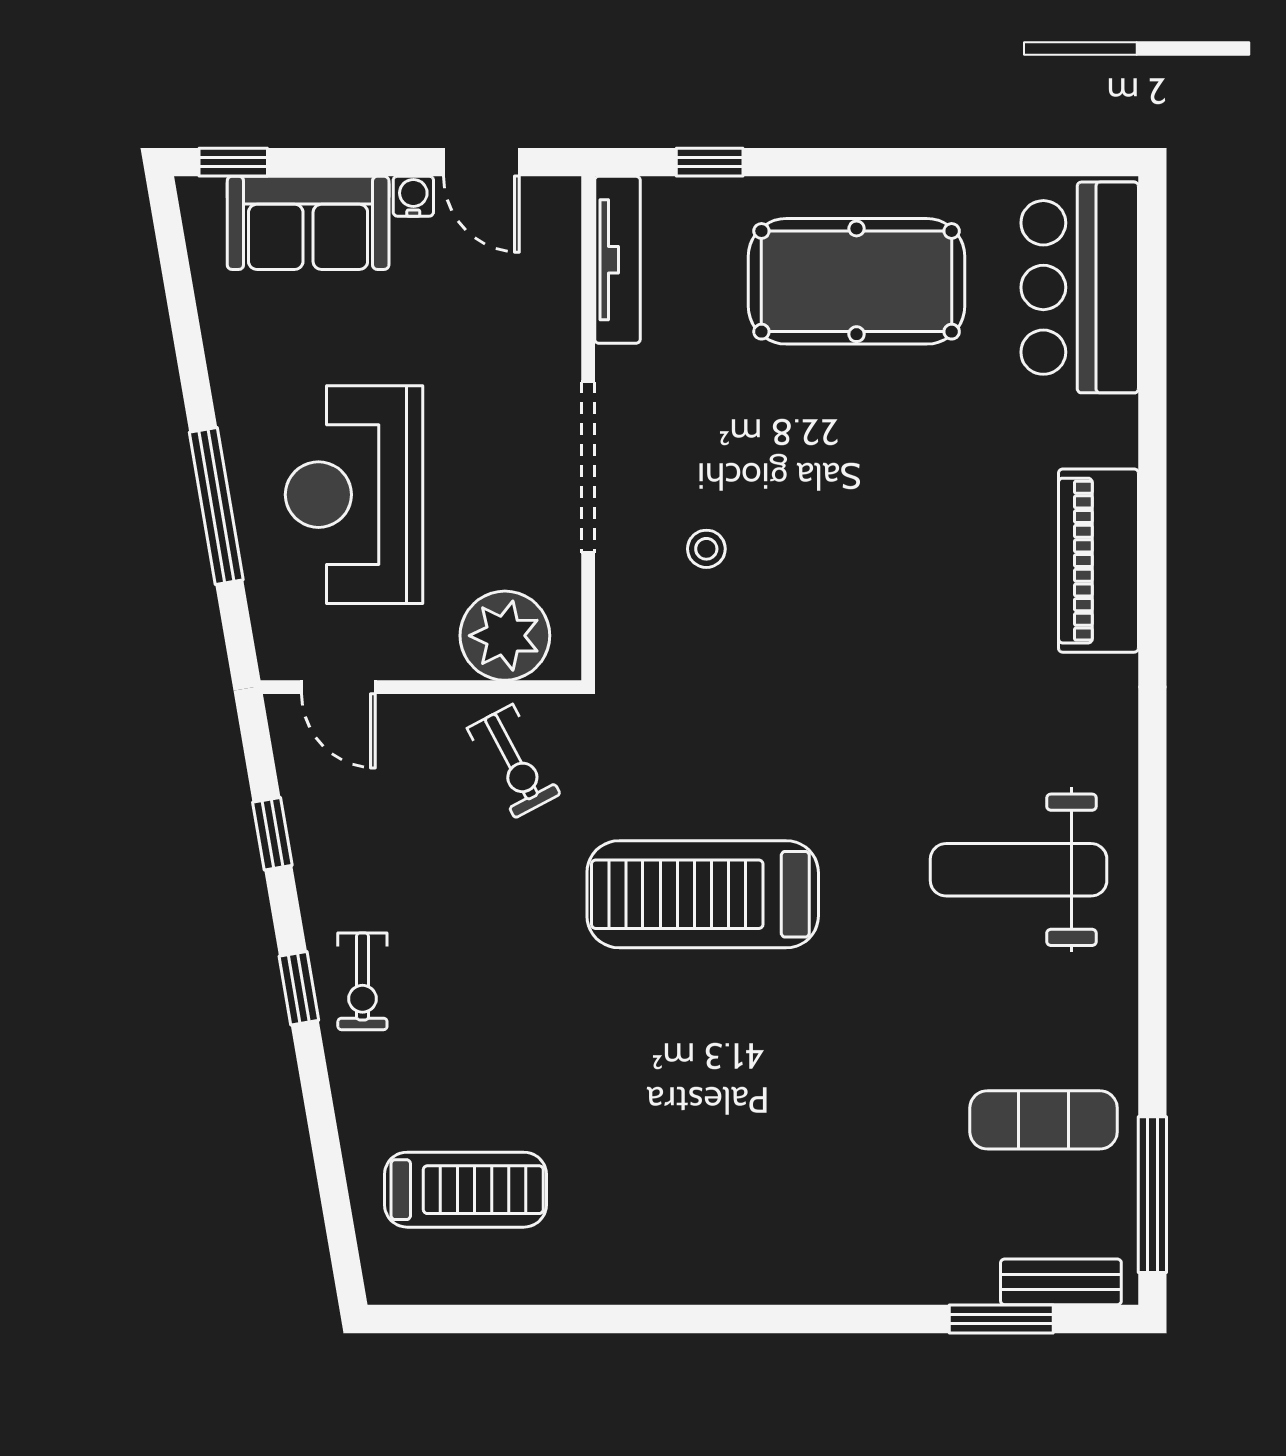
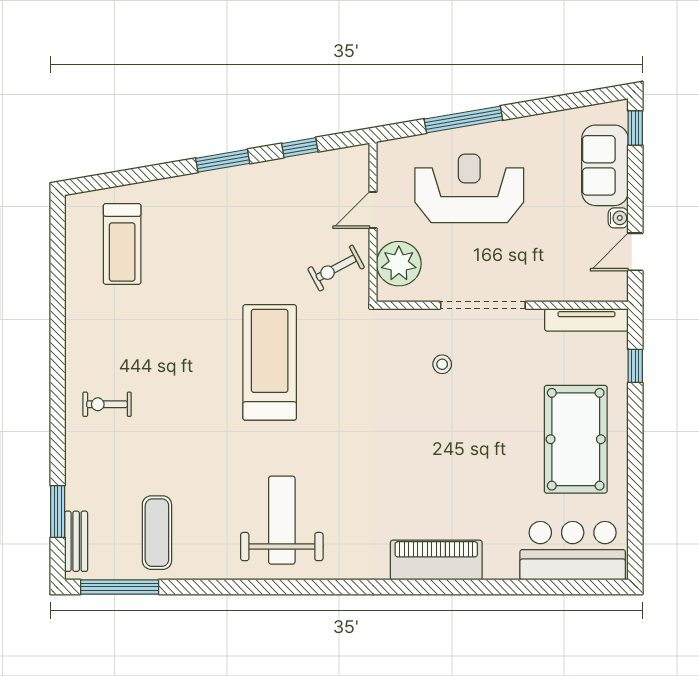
door: (338, 687) -> (373, 210), moved
exercise bike: (362, 981) -> (107, 404), moved
window: (299, 988) -> (223, 161), width x1.50

